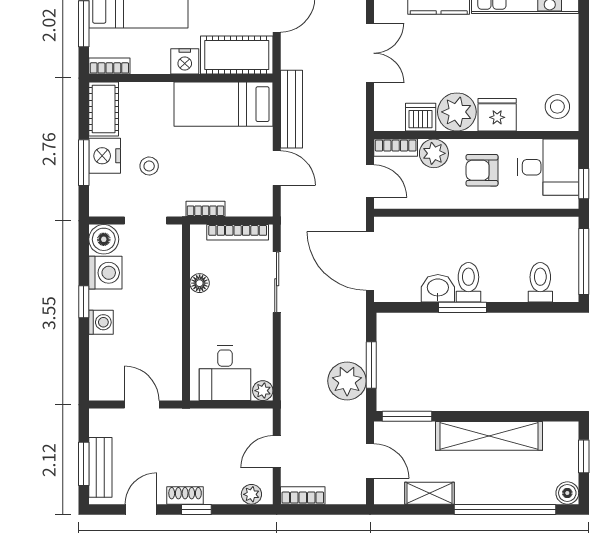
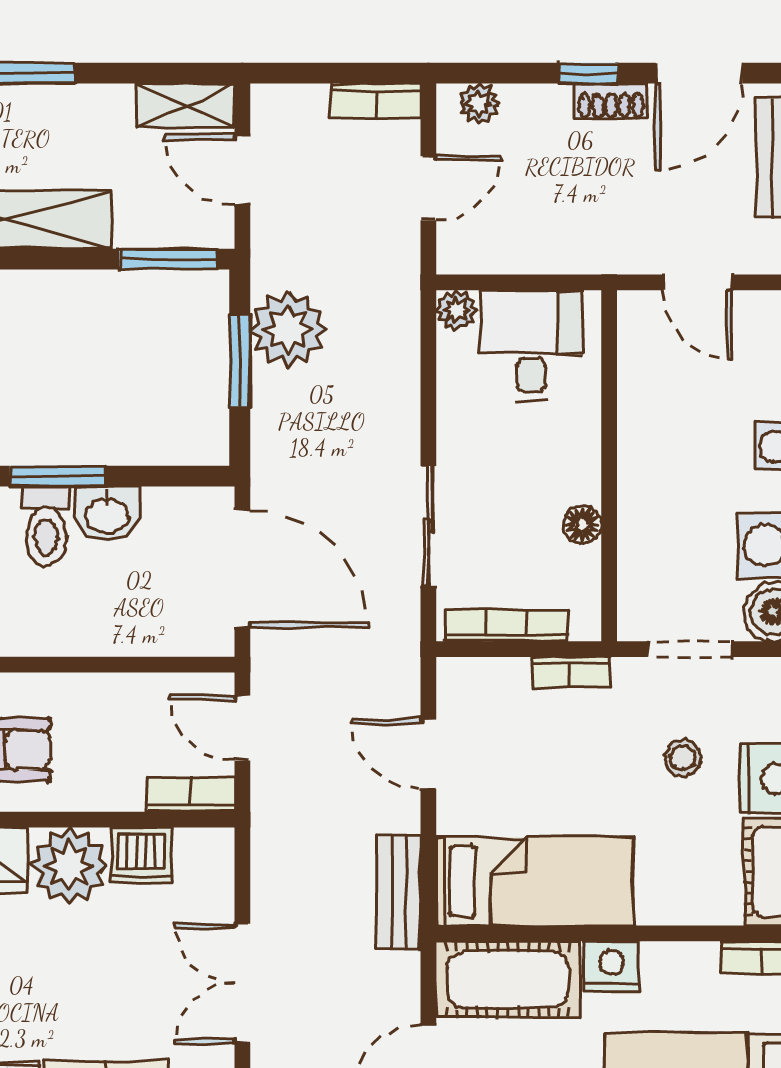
bench: (292, 109) -> (399, 892), width x0.73
plant: (434, 153) -> (115, 783), removed
shelving: (429, 493) -> (186, 106), moved
door: (141, 509) -> (699, 73), width x1.38

